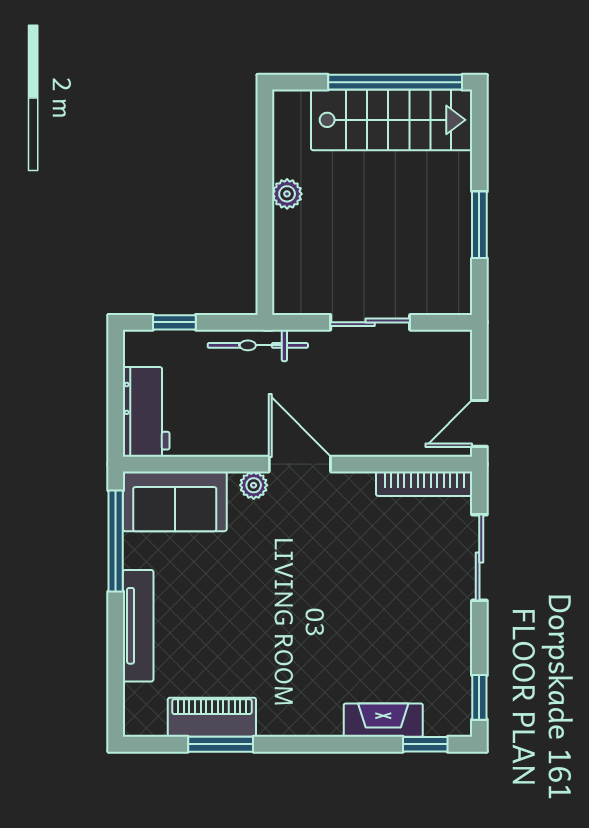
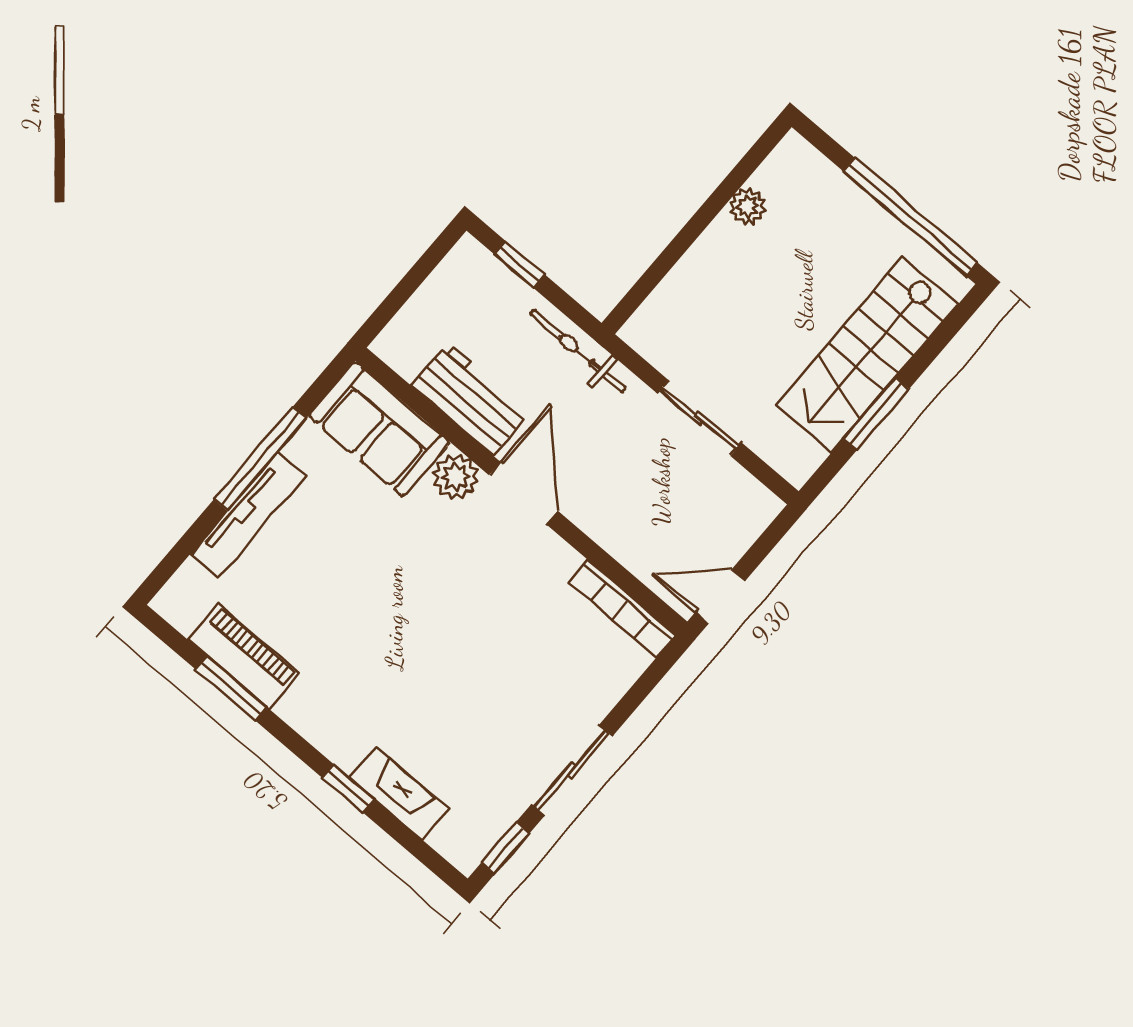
stairs: (392, 120) -> (867, 355), moved, turned 90
plant: (287, 194) -> (748, 207), moved
workbench: (146, 412) -> (470, 399), moved, turned -90
plant: (254, 485) -> (456, 477), width x1.38, depth x1.38
window: (116, 541) -> (260, 459), moved
sliding door: (479, 558) -> (572, 770), moved
window: (425, 744) -> (349, 789), moved

